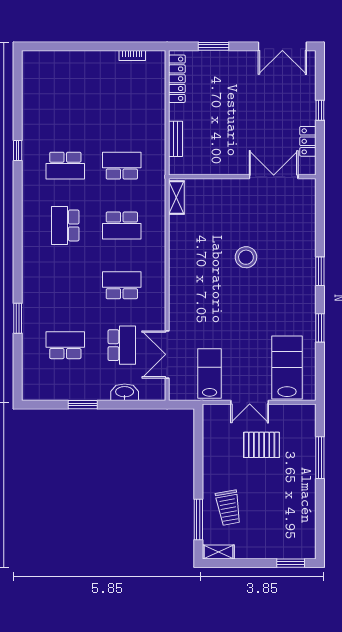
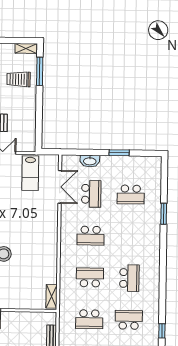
school desk: (122, 345) -> (91, 194), turned 180
trolley: (228, 508) -> (19, 79), turned -80

